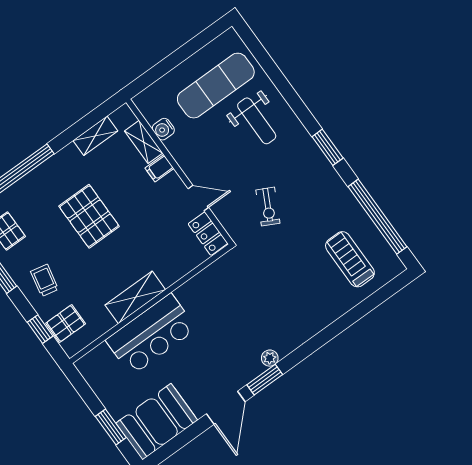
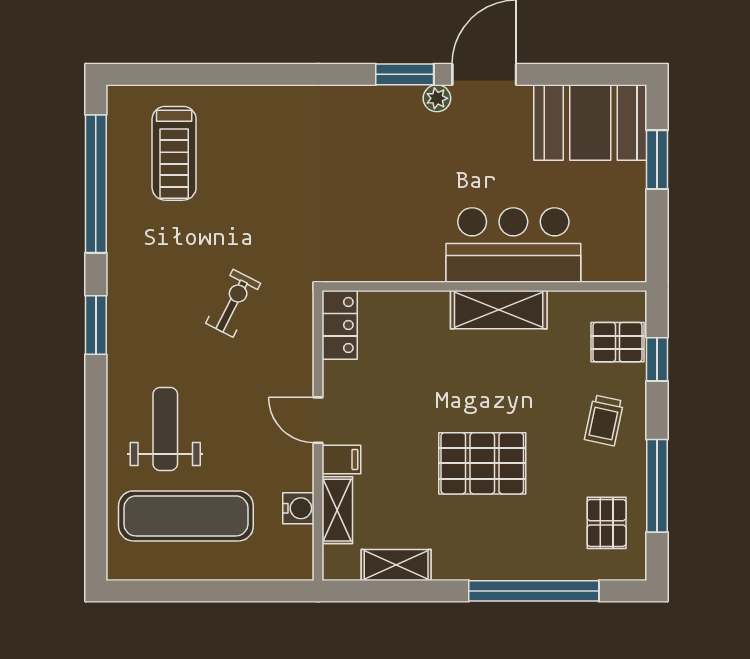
door: (198, 198) -> (318, 420), moved
pallet: (89, 216) -> (482, 463), turned 90
plant: (270, 358) -> (437, 98), moved

